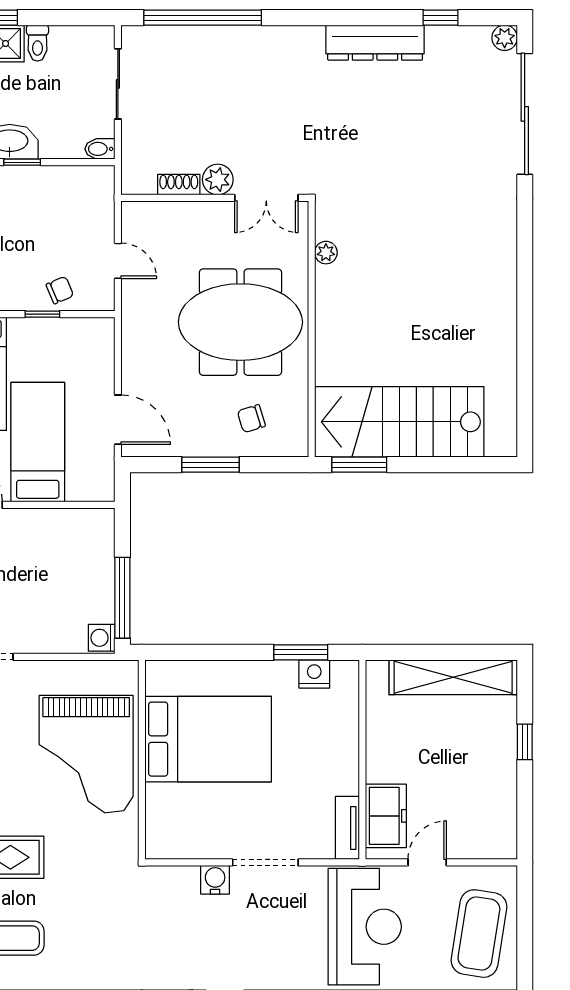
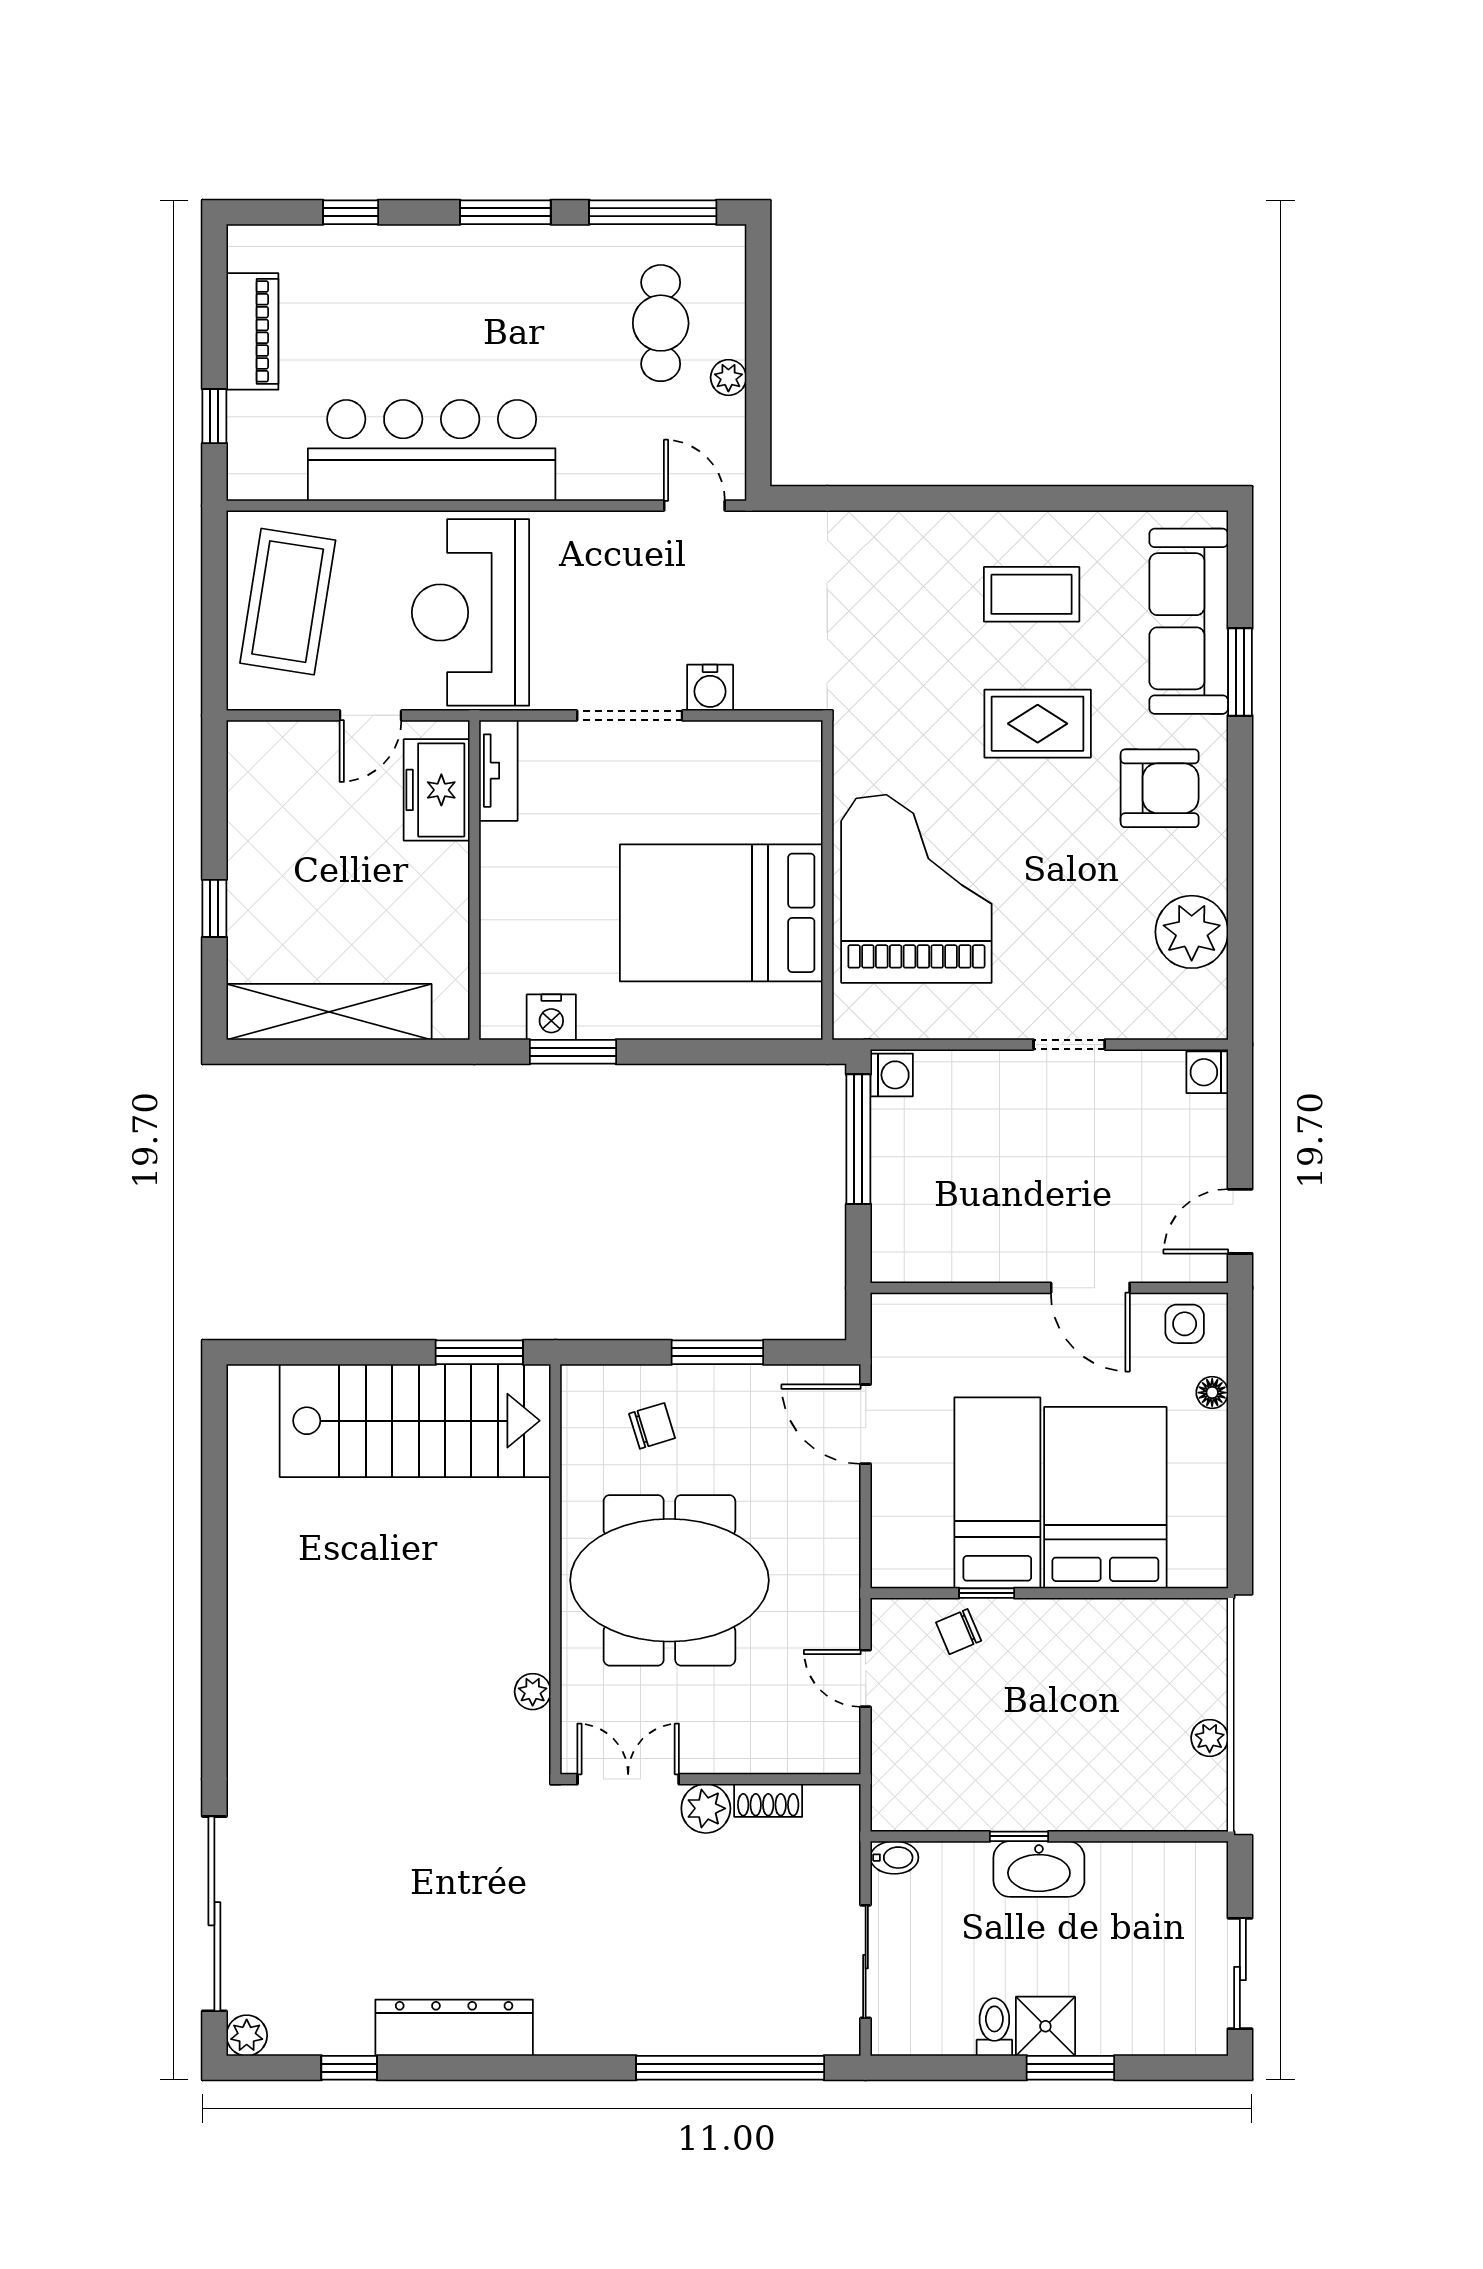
bed: (38, 442) -> (997, 1493), moved, turned 180

